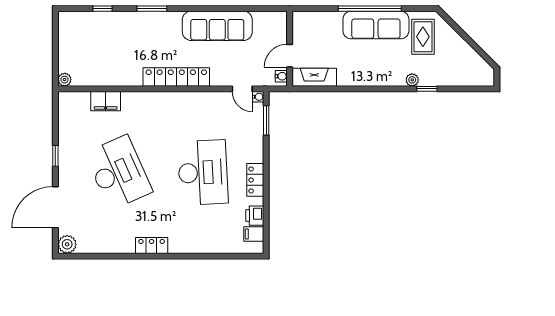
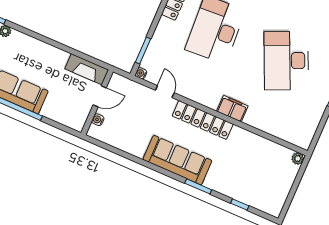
sofa: (217, 26) -> (177, 160), moved
water cooler: (281, 76) -> (98, 120), moved
door: (242, 89) -> (165, 92), moved
filing cabinet: (106, 101) -> (232, 109), moved

